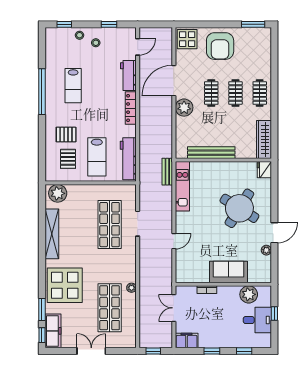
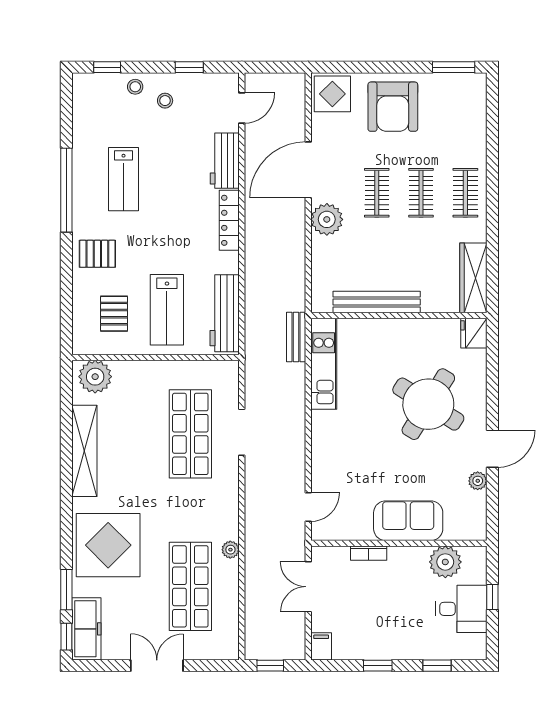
pallet: (66, 135) -> (97, 254), moved
door: (174, 241) -> (308, 507), moved
filing cabinet: (187, 341) -> (321, 646), width x0.50

